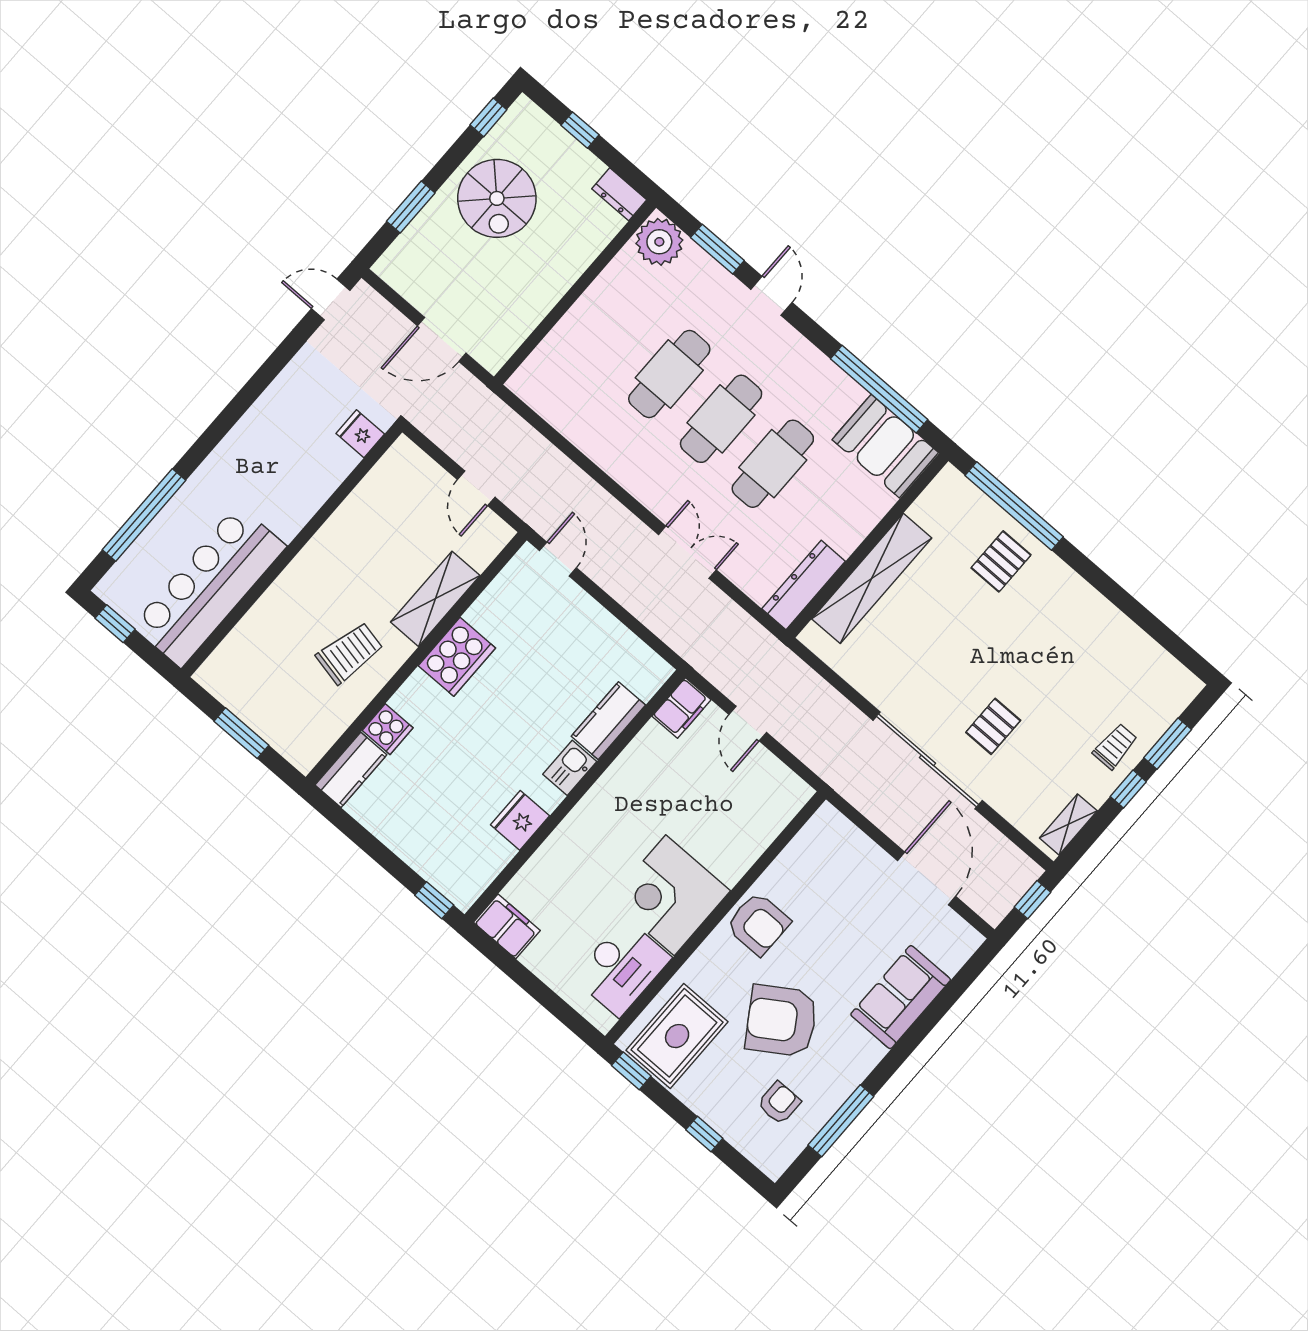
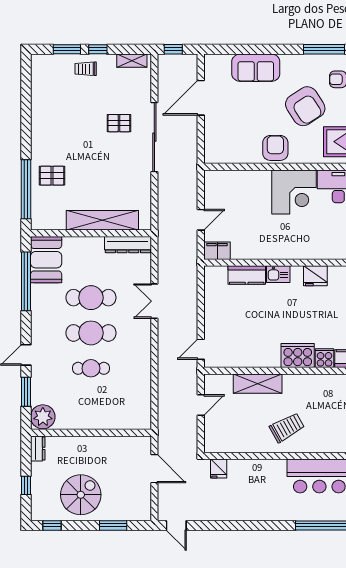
cafe table: (669, 374) -> (91, 368), width x0.73, depth x0.74
trolley: (350, 653) -> (287, 427), moved, turned 139
cooker: (457, 657) -> (298, 356), moved

